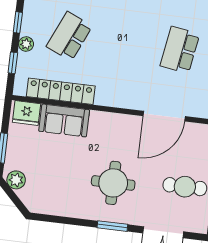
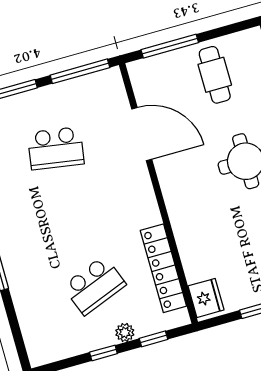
school desk: (69, 36) -> (94, 285), turned -45
sofa: (64, 120) -> (196, 250), removed

